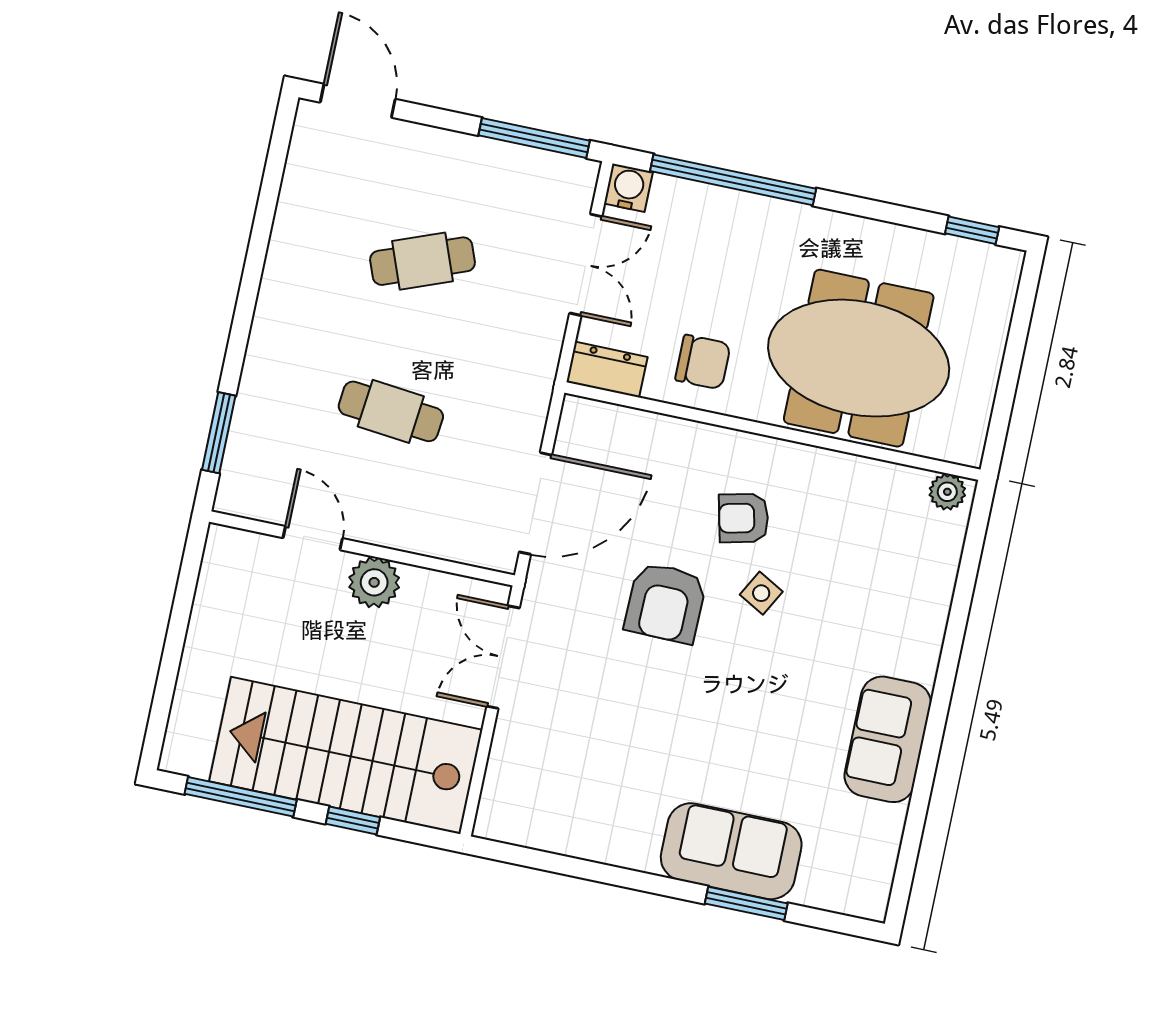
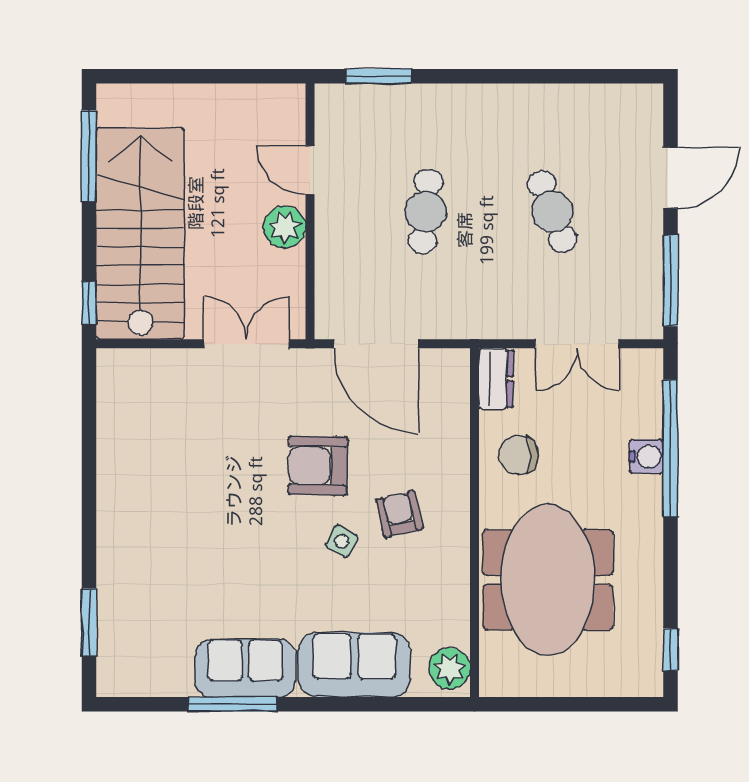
door: (358, 101) -> (670, 178), moved
water cooler: (628, 188) -> (646, 457), moved
chair: (703, 362) -> (518, 455), turned 90
plant: (947, 492) -> (450, 668), width x1.38, depth x1.38
door: (313, 538) -> (310, 170), swing flipped
window: (927, 764) -> (232, 704), added
window: (353, 820) -> (89, 303), moved
sofa: (731, 851) -> (354, 665), moved, turned -90
window: (746, 903) -> (89, 622), moved

